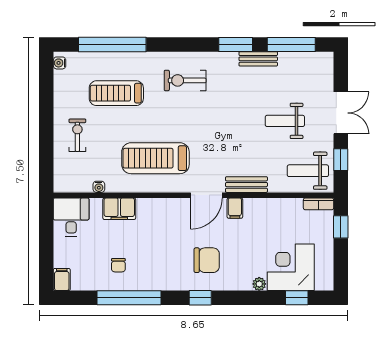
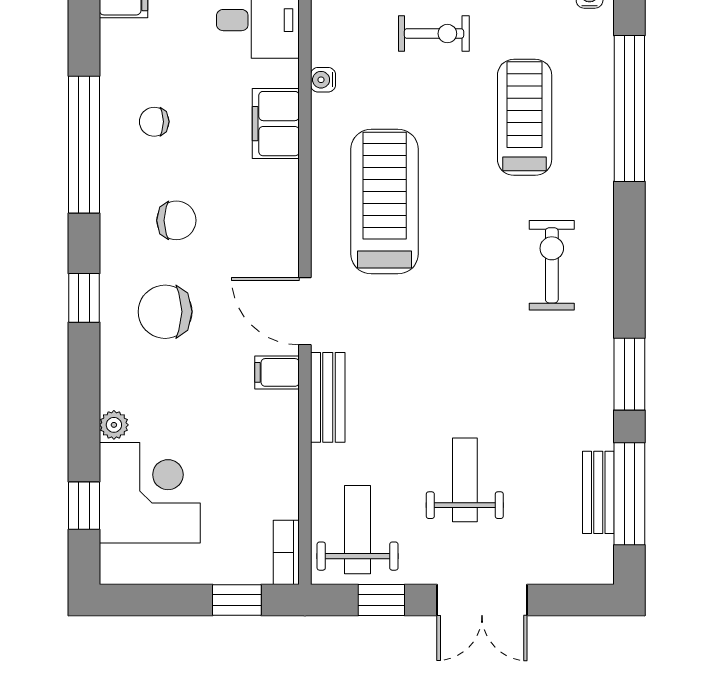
bench: (258, 59) -> (598, 492), moved
chair: (164, 255) -> (176, 220), added
chair: (207, 260) -> (165, 312), turned 90

